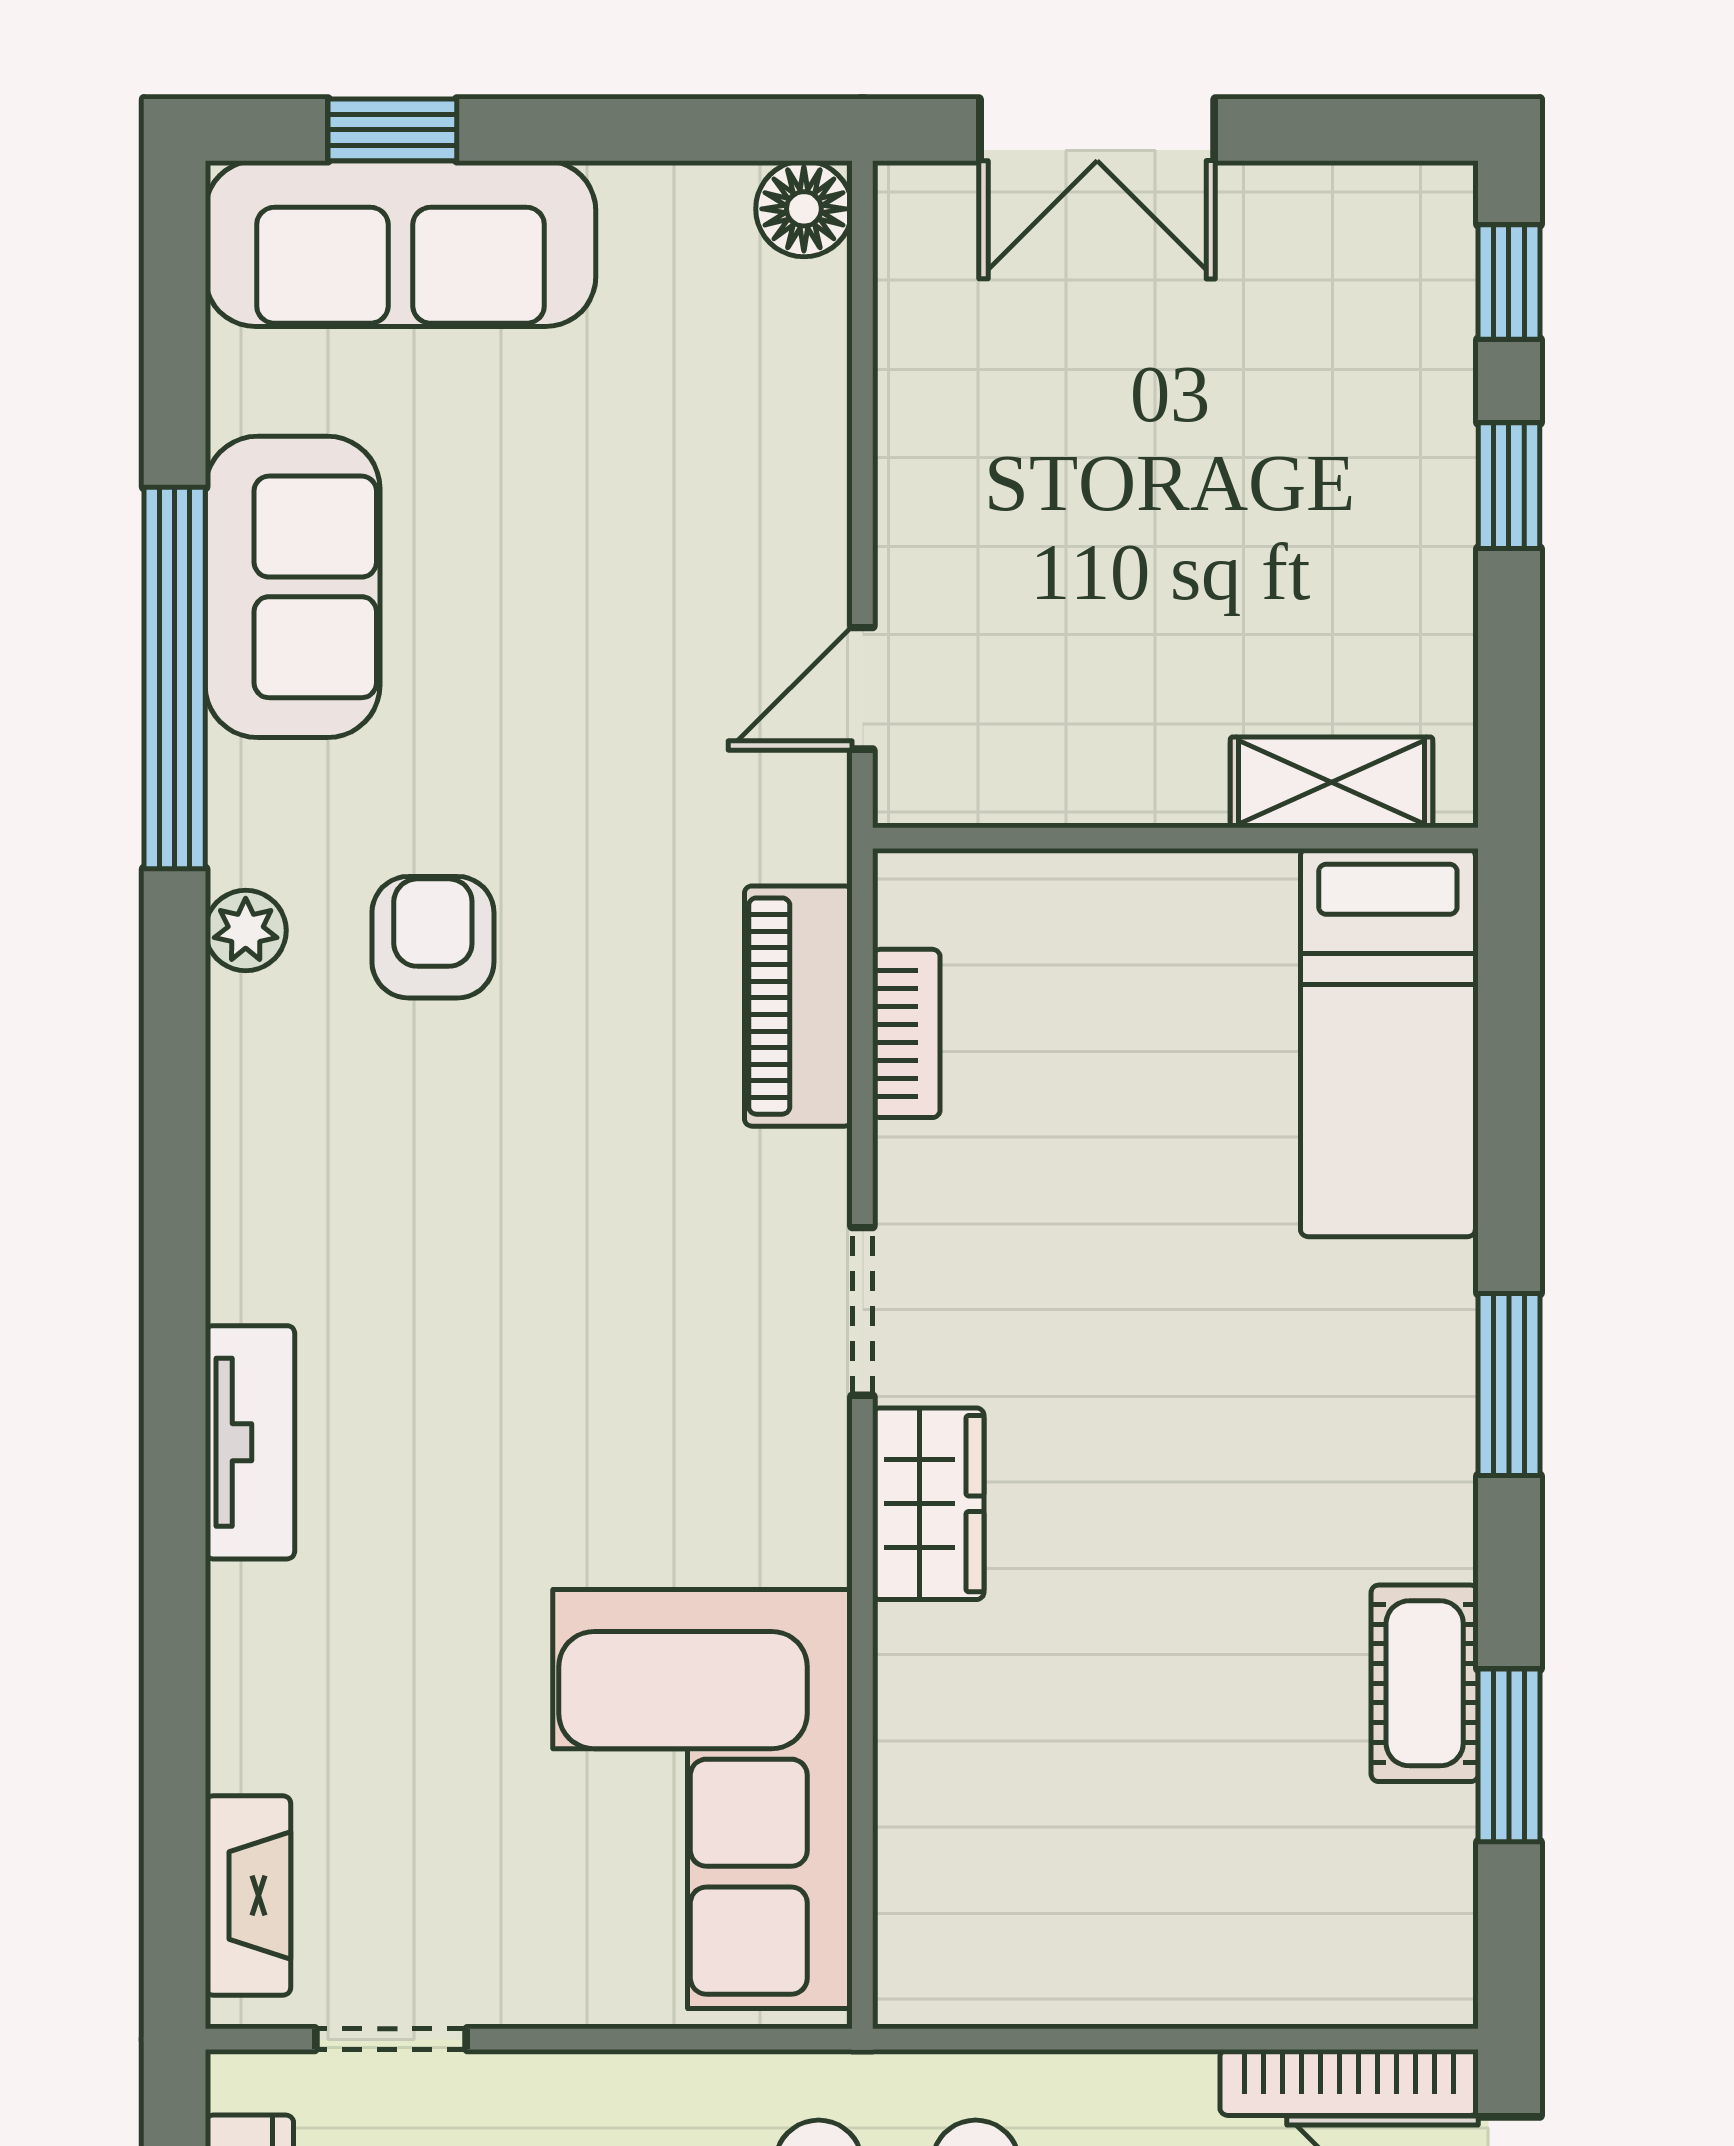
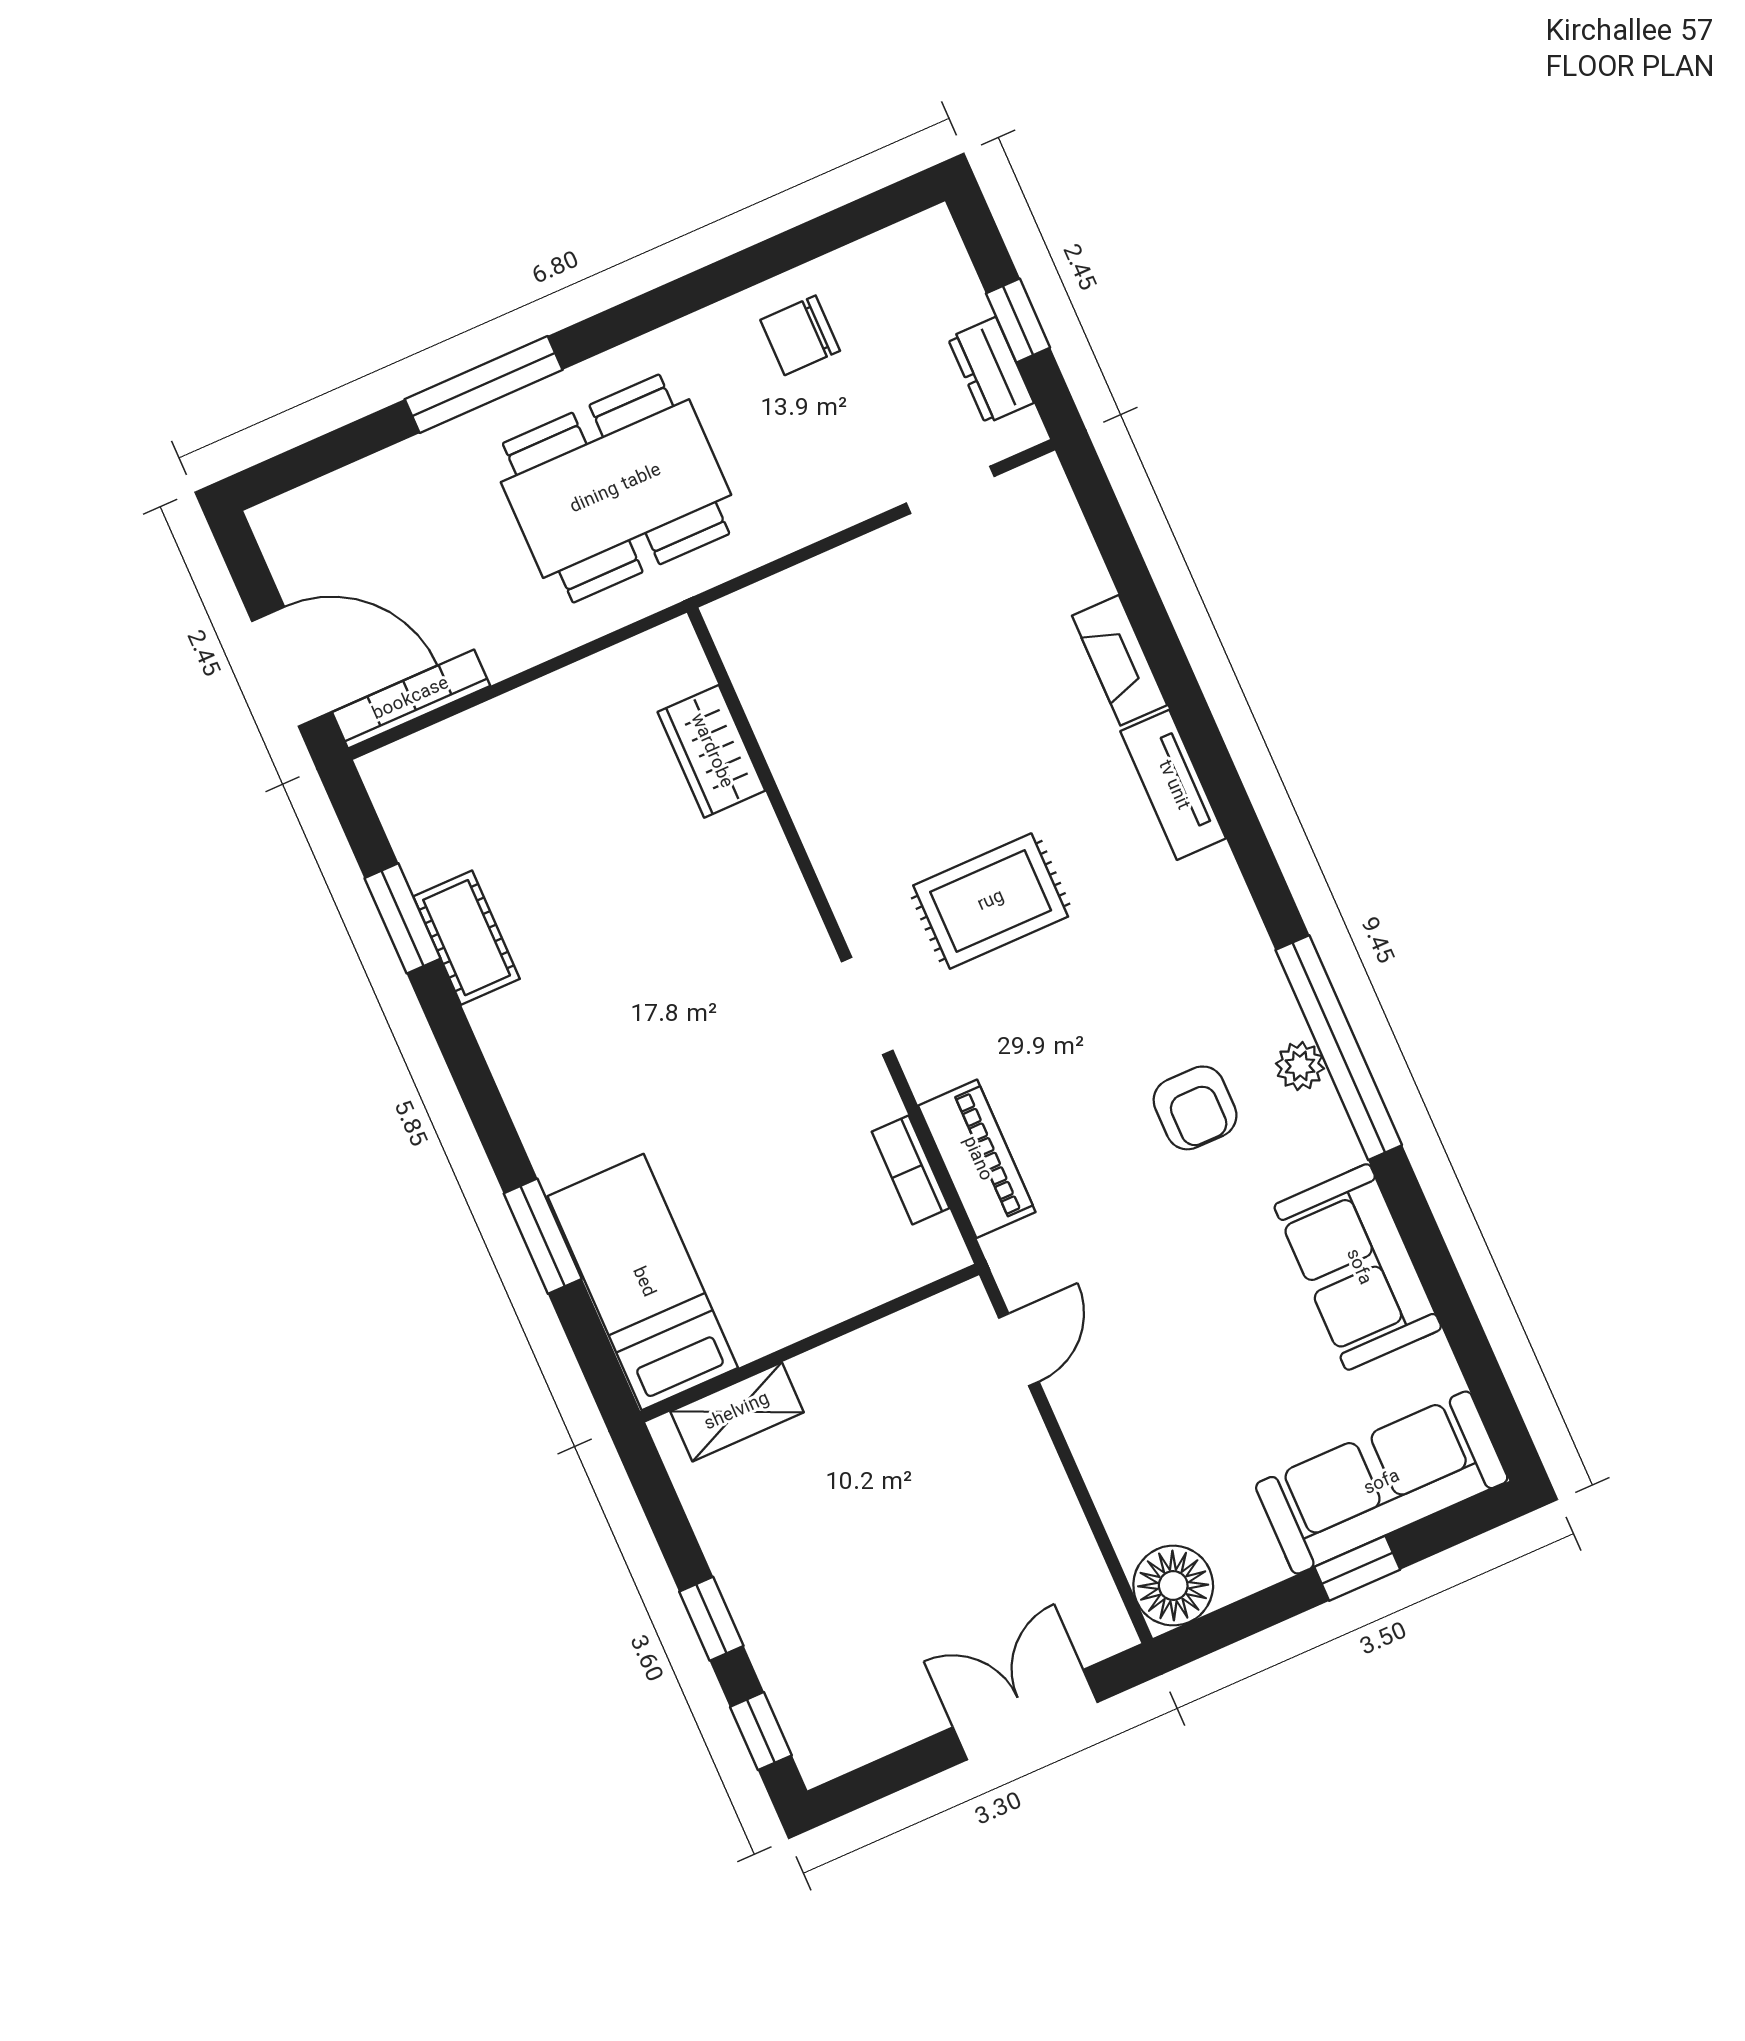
window: (392, 130) -> (1357, 1568), moved
floor lamp: (804, 209) -> (1173, 1586), width x1.38, depth x1.38
window: (175, 678) -> (1339, 1048), moved
window: (1509, 1385) -> (543, 1236), moved
rug: (605, 1388) -> (991, 901), added
wardrobe: (928, 1504) -> (711, 751), moved
corner sofa: (702, 1799) -> (837, 698), removed
fireplace: (248, 1895) -> (1120, 660), moved

